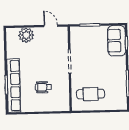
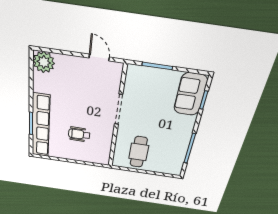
plant: (26, 35) -> (44, 62), moved
cafe table: (91, 94) -> (139, 152), turned 90

